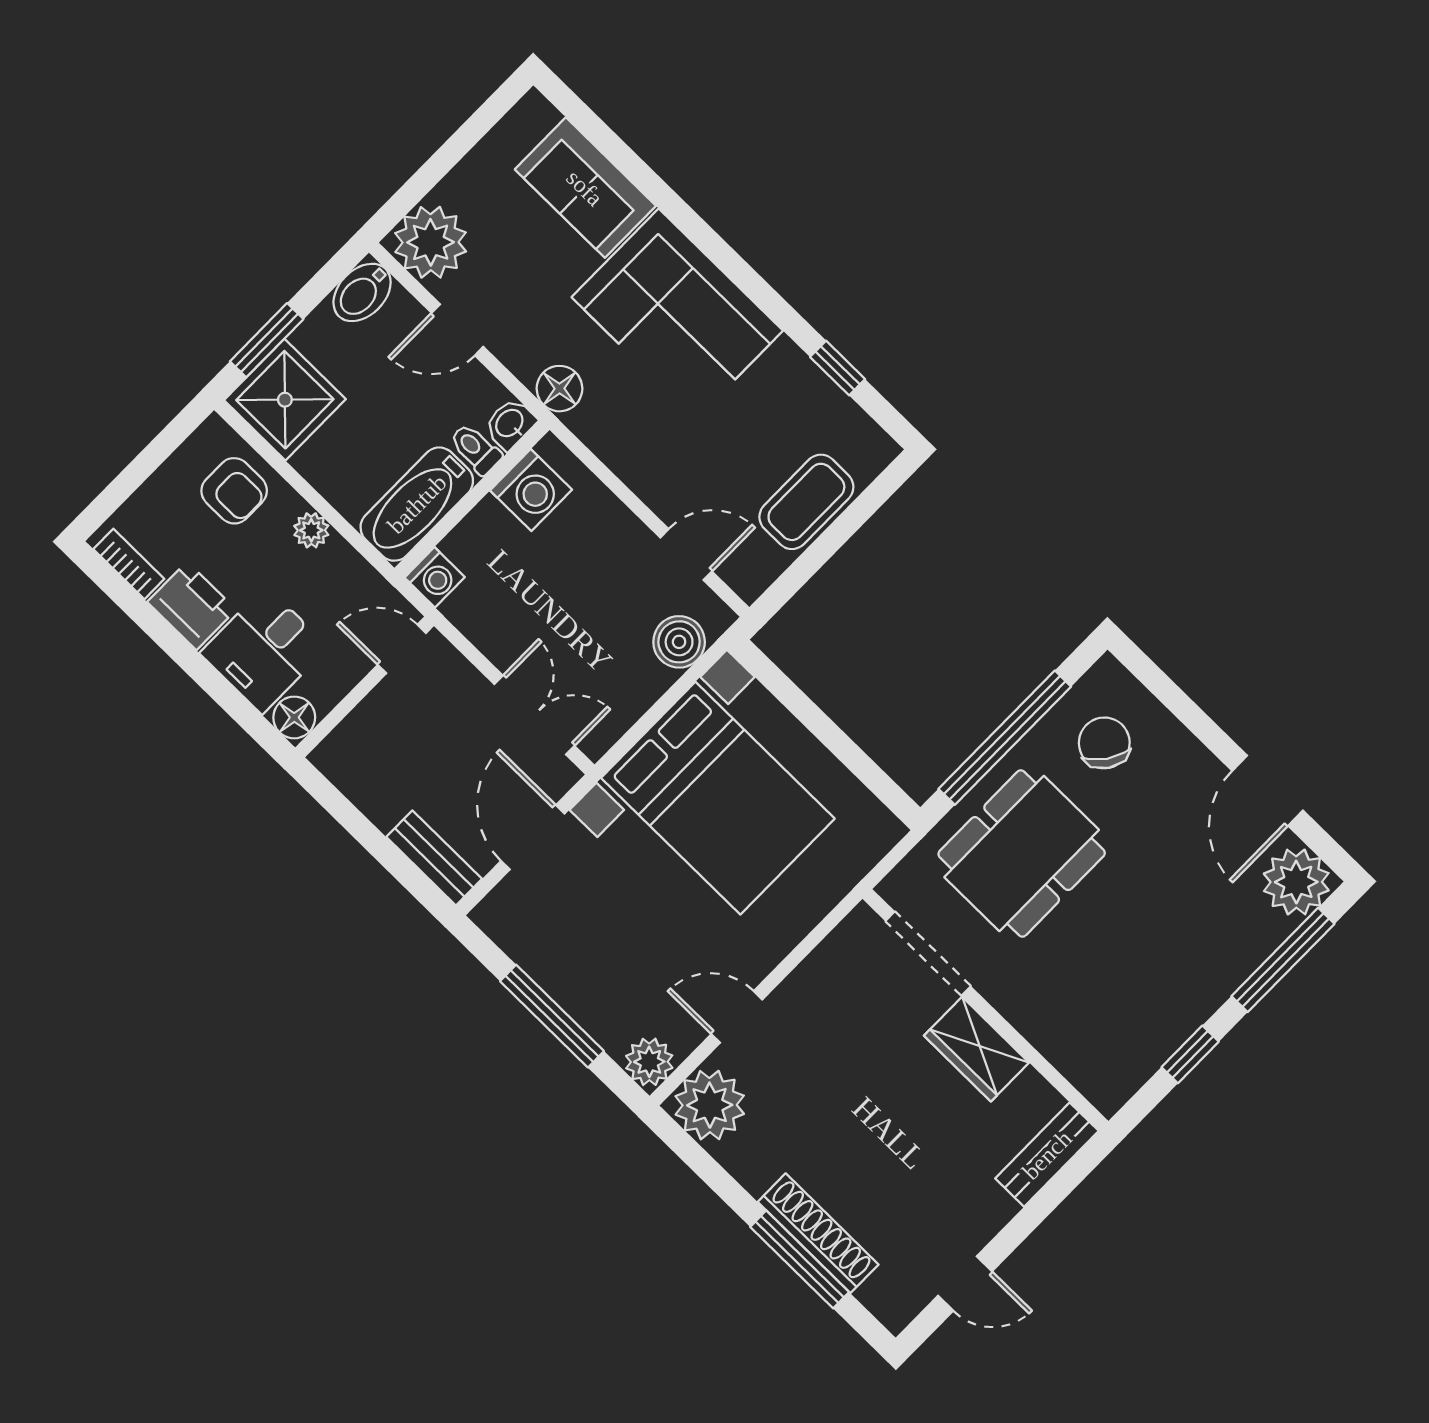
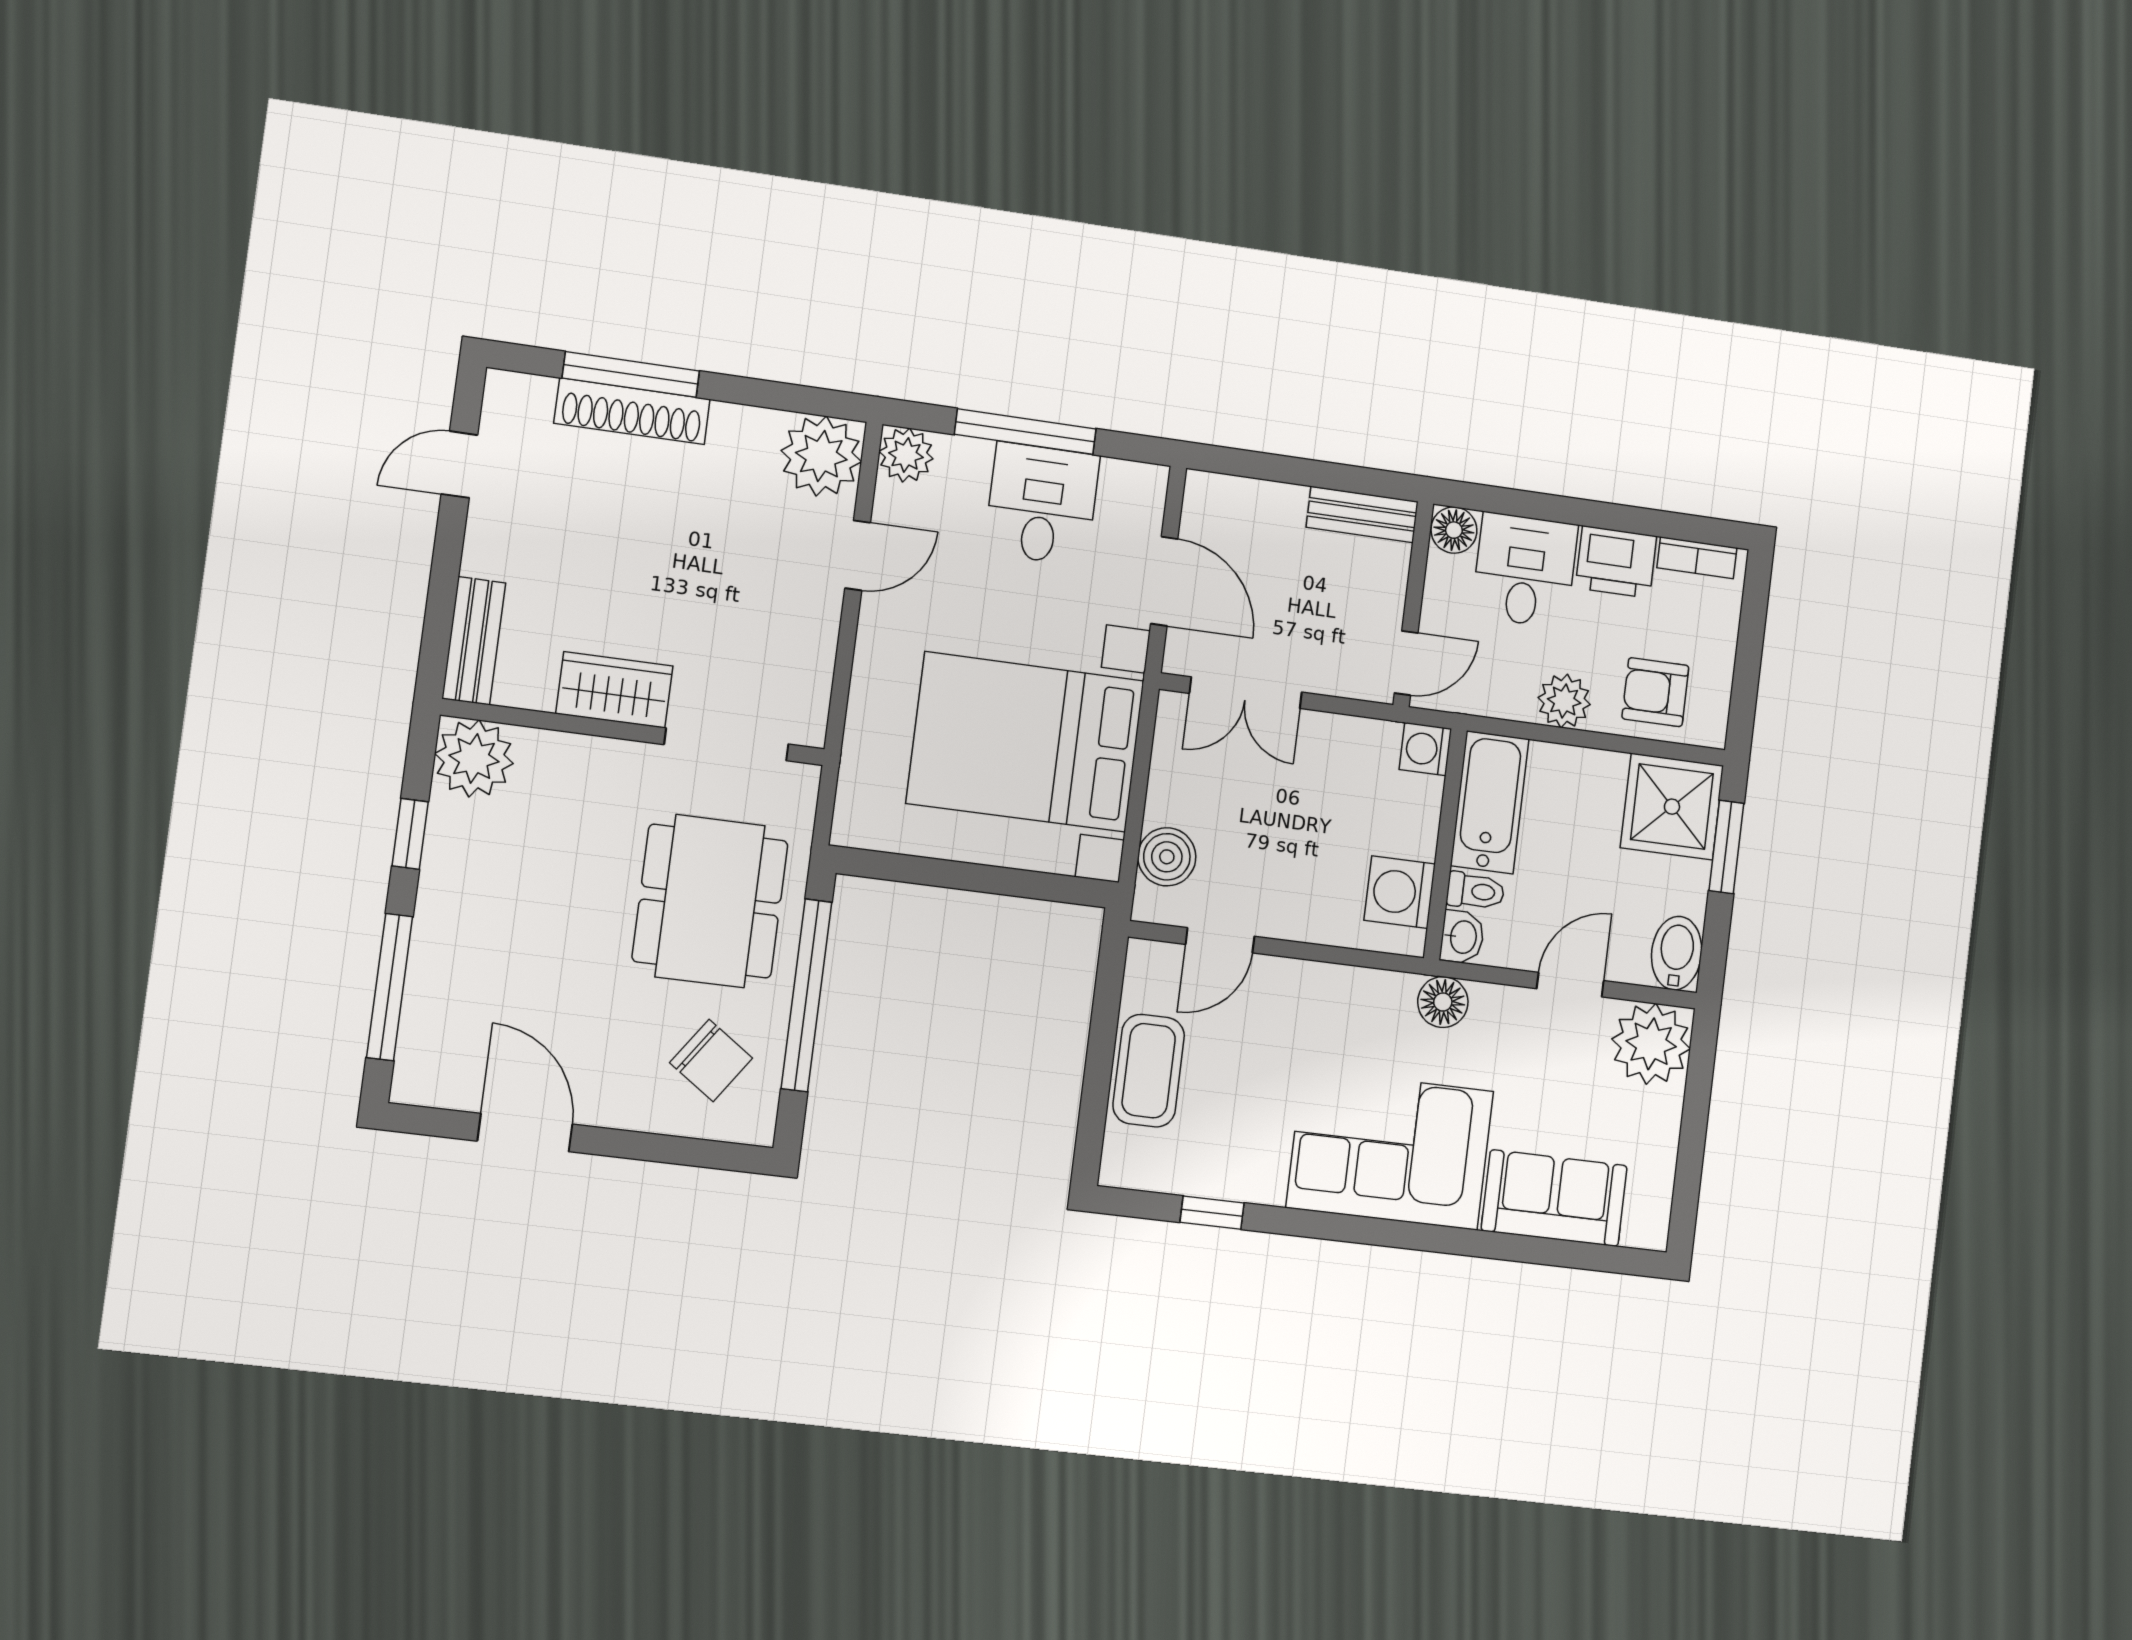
plant: (311, 530) -> (1564, 701), width x1.38, depth x1.38
bench: (434, 858) -> (1362, 514), moved
plant: (1296, 882) -> (474, 759), moved
desk: (579, 956) -> (1042, 504), added

